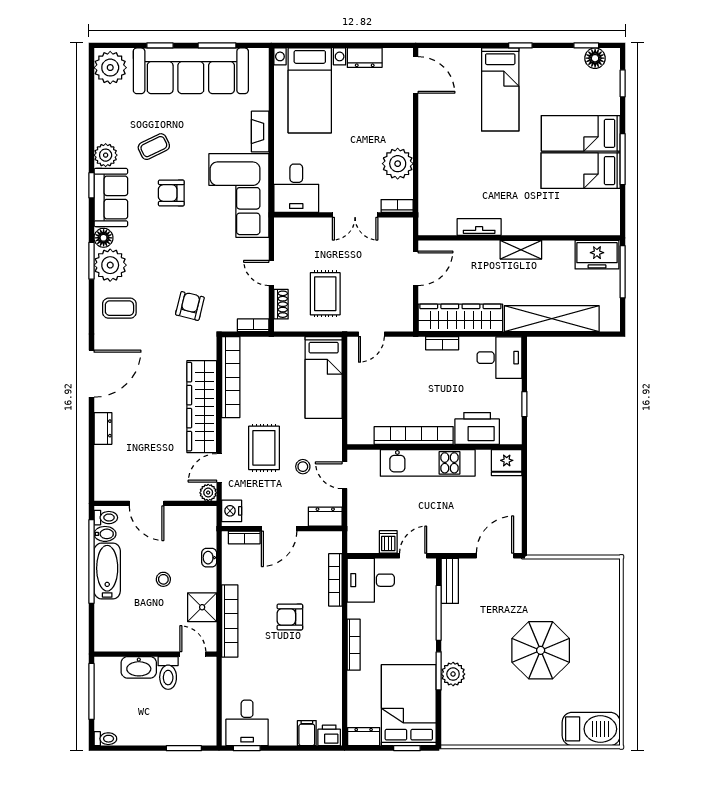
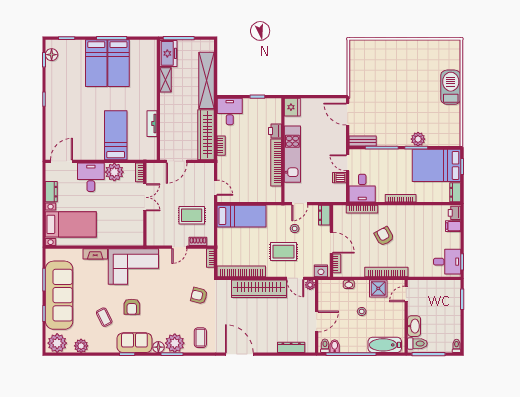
bed: (500, 89) -> (116, 135), moved, turned -90
plant: (106, 155) -> (81, 346), moved
desk: (296, 188) -> (91, 177), moved, turned -90
shelving: (521, 250) -> (166, 80), moved
door: (416, 268) -> (177, 161), swing flipped
dresser: (103, 428) -> (291, 347), moved, width x1.44
printer: (477, 429) -> (275, 131), width x0.53, depth x0.68
bathtub: (107, 571) -> (385, 345), moved
armchair: (290, 617) -> (384, 236), turned 151
parasol: (541, 650) -> (404, 87), removed
toilet: (168, 673) -> (417, 344), moved
barbecue: (591, 729) -> (451, 87), moved

